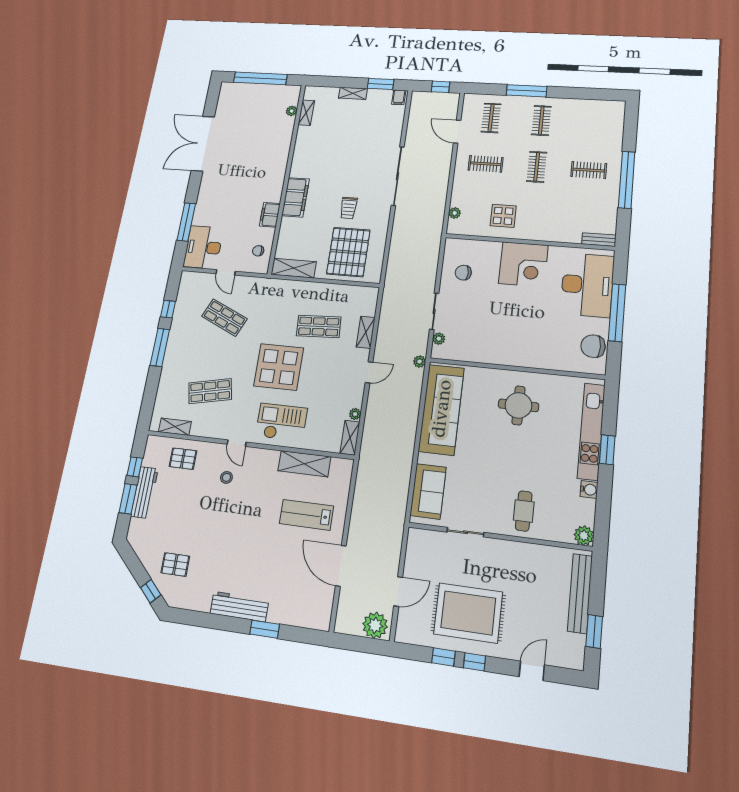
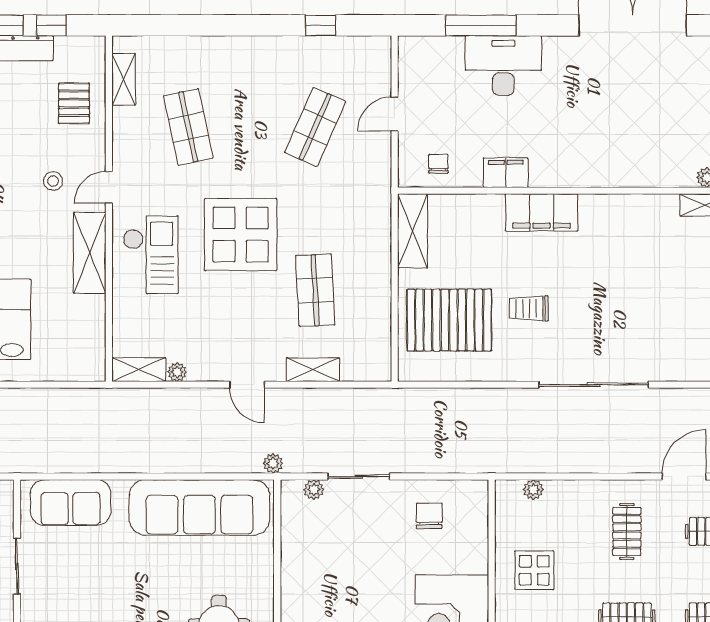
desk: (203, 247) -> (503, 66), moved
window: (160, 347) -> (253, 25), removed
shelving: (304, 464) -> (90, 253), moved

